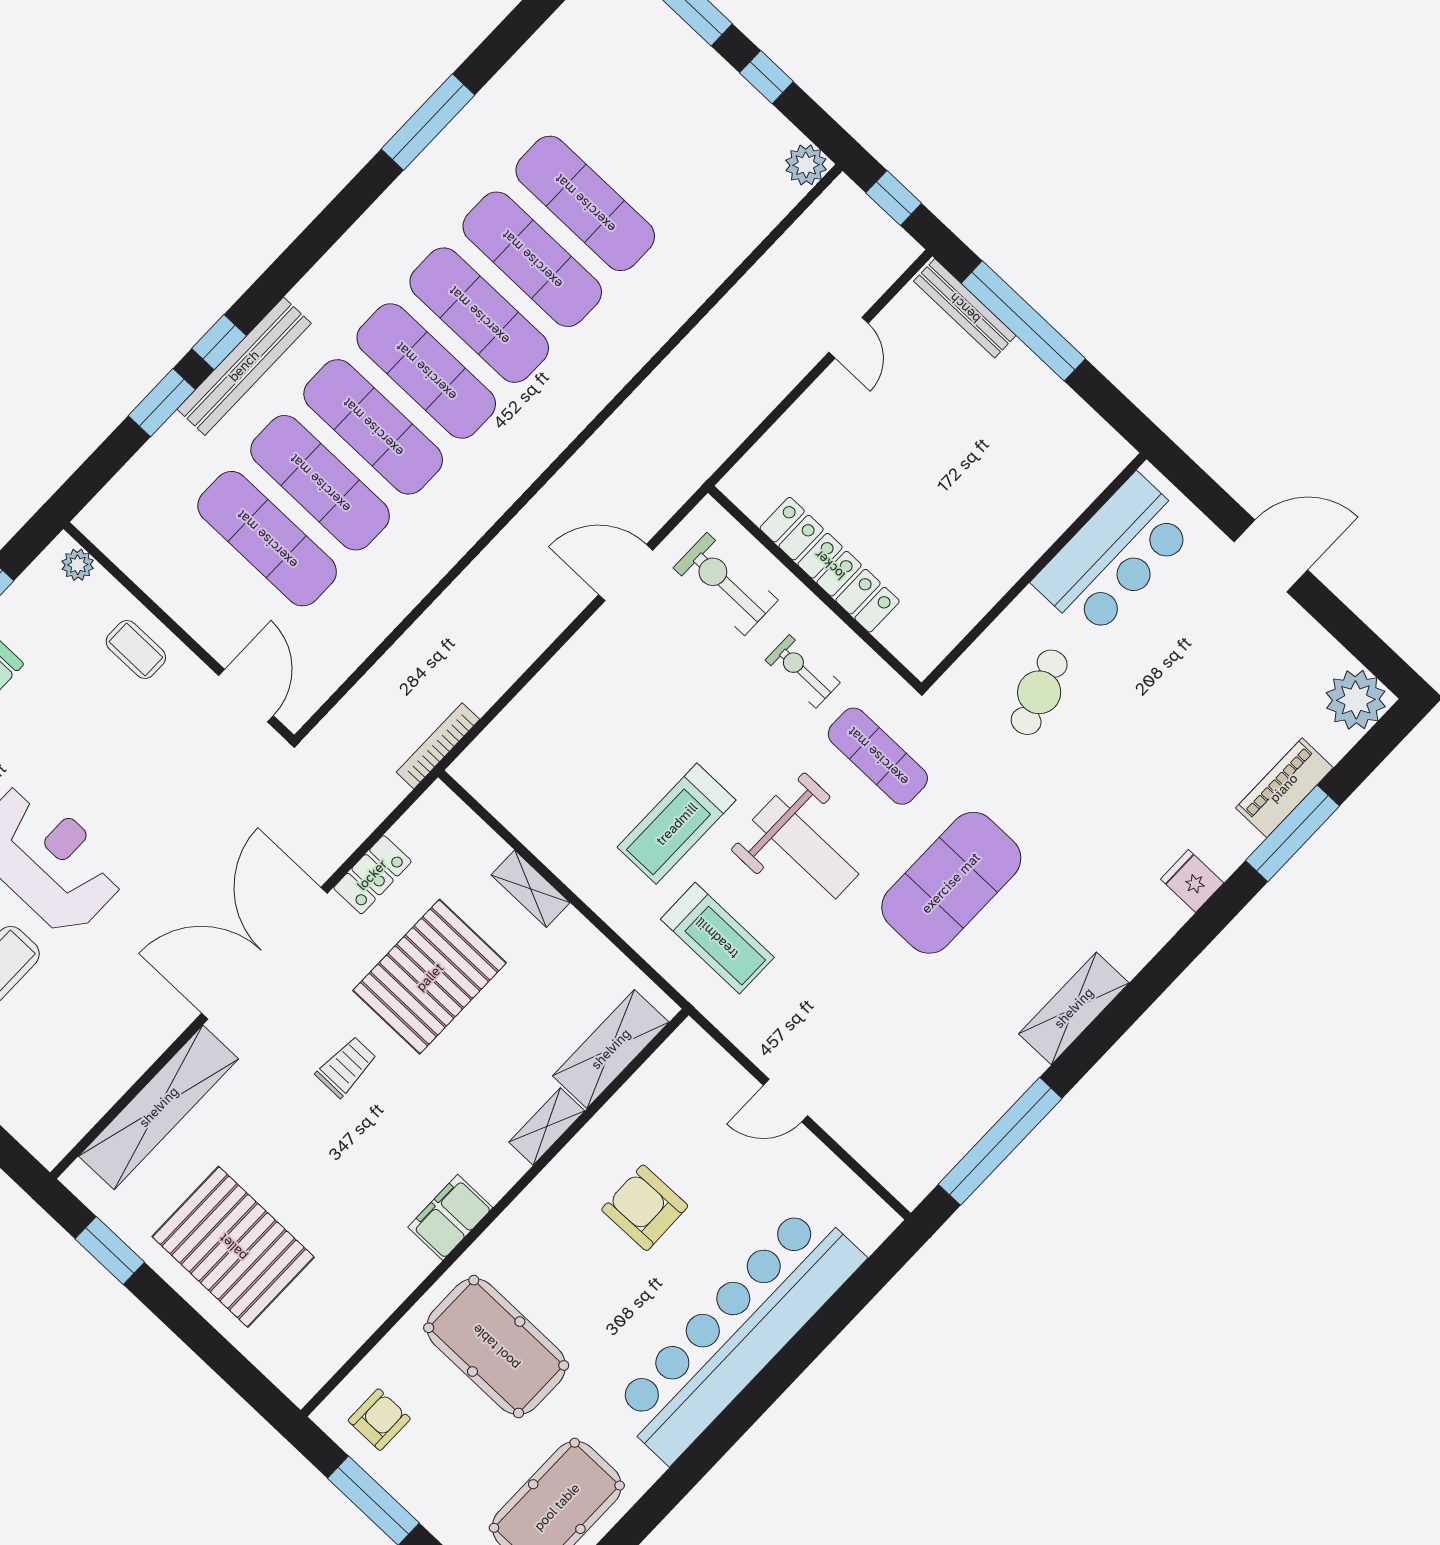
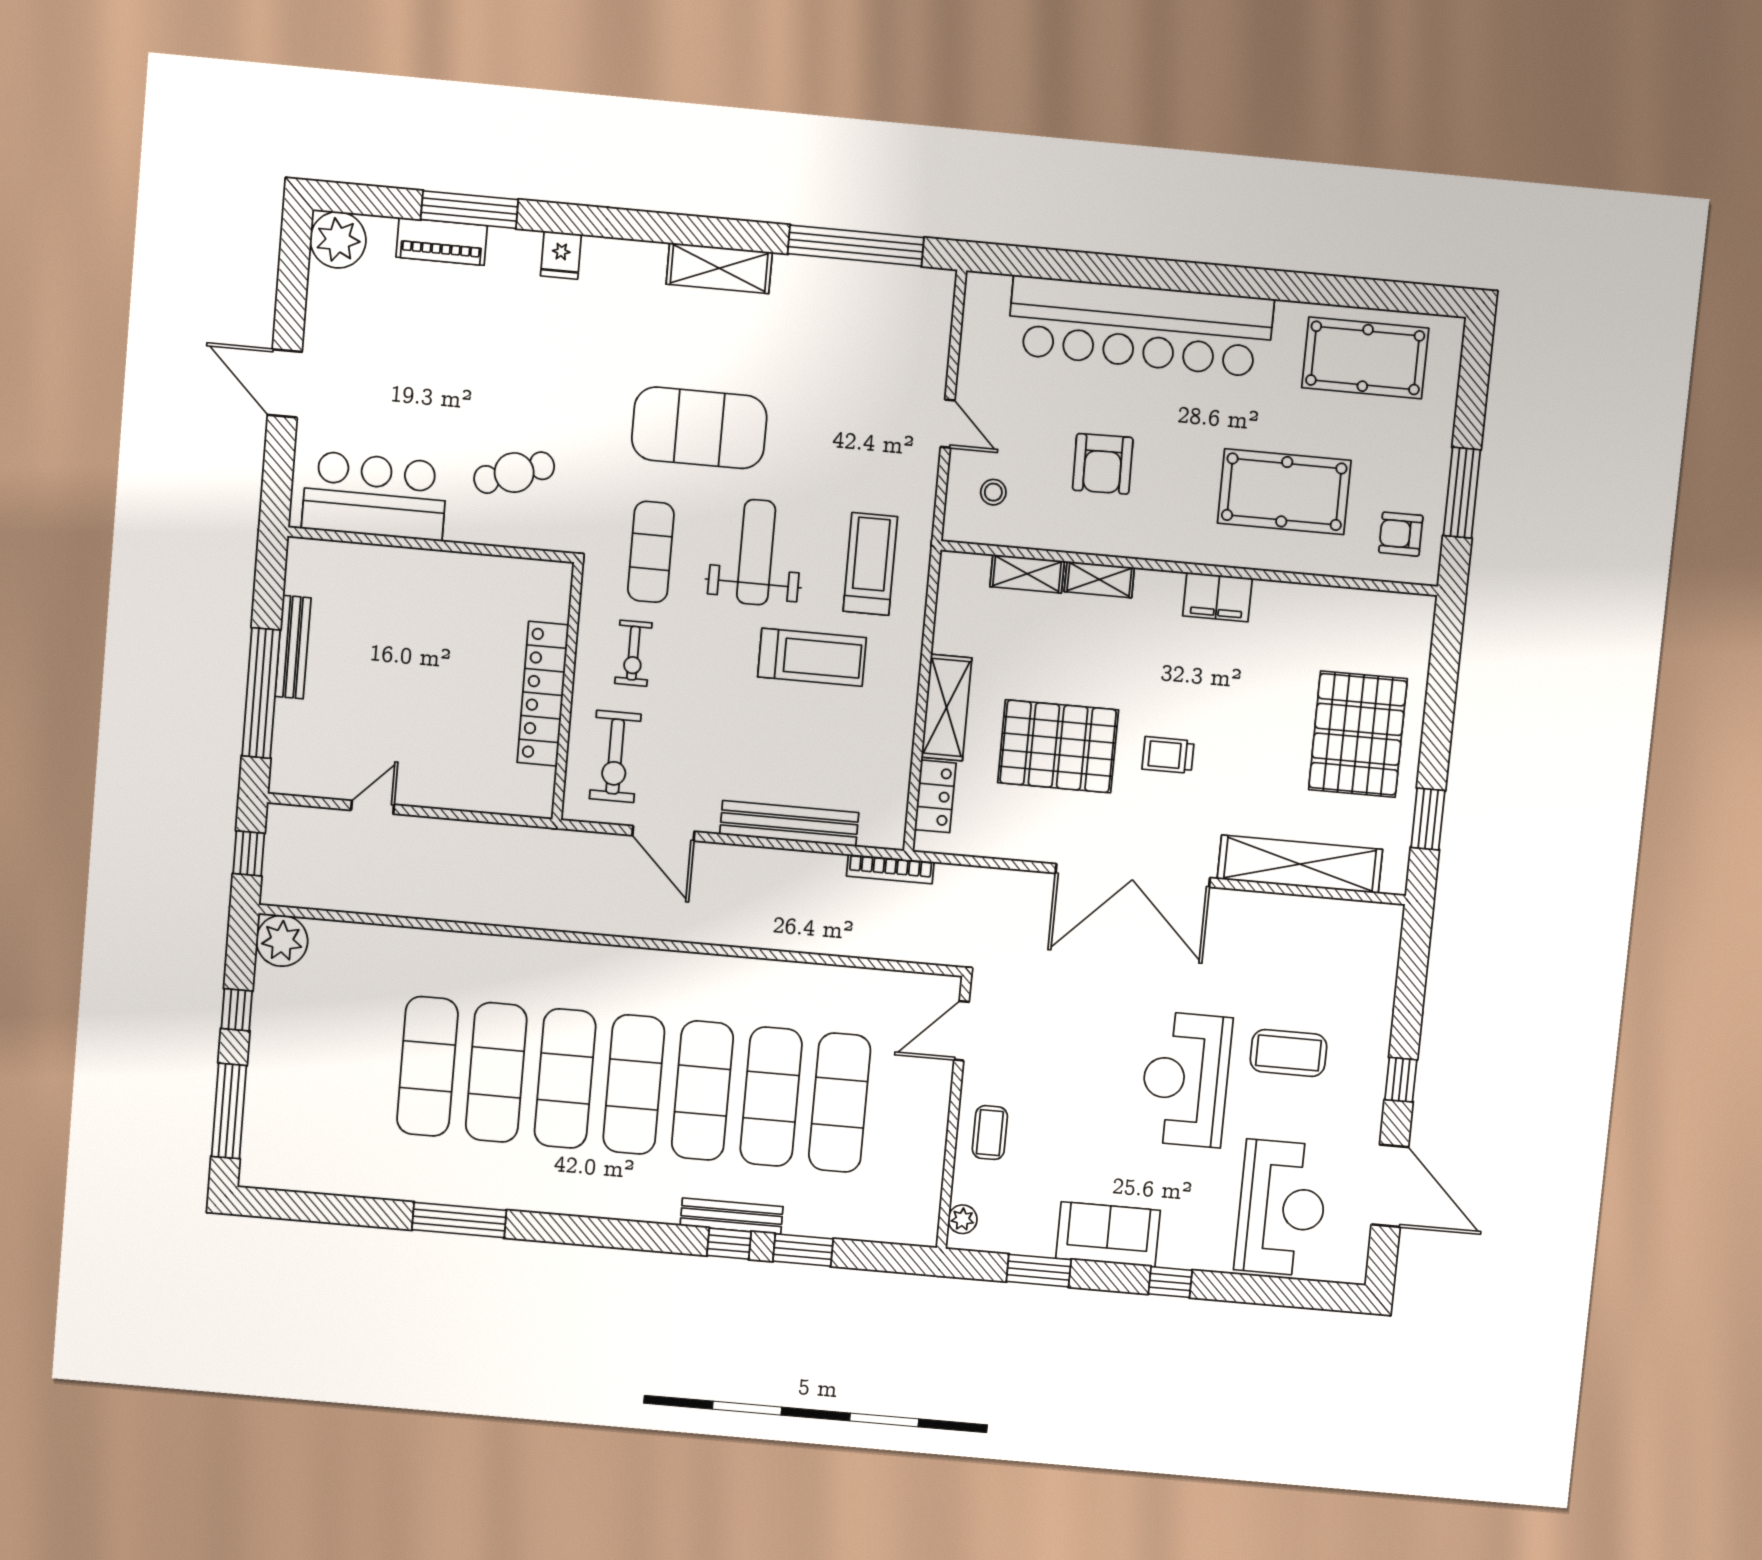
plant: (806, 165) -> (282, 941), width x1.36, depth x1.36
bench: (965, 308) -> (293, 647), moved
bench: (244, 366) -> (732, 1216), width x0.73, depth x0.82
bench: (548, 689) -> (789, 823), added
locker: (372, 875) -> (935, 796), moved, turned 90
shelving: (531, 889) -> (946, 707), width x1.50, depth x1.33
shelving: (611, 1049) -> (1027, 574), width x0.67, depth x0.75
stool: (695, 1094) -> (993, 492), added
pool table: (496, 1347) -> (1284, 492), turned 90

